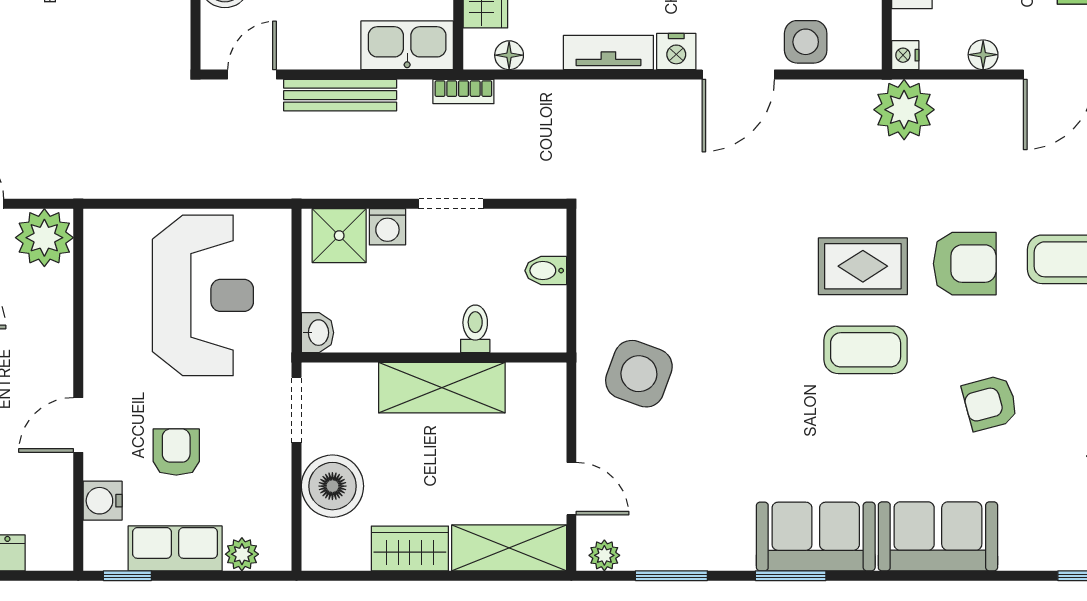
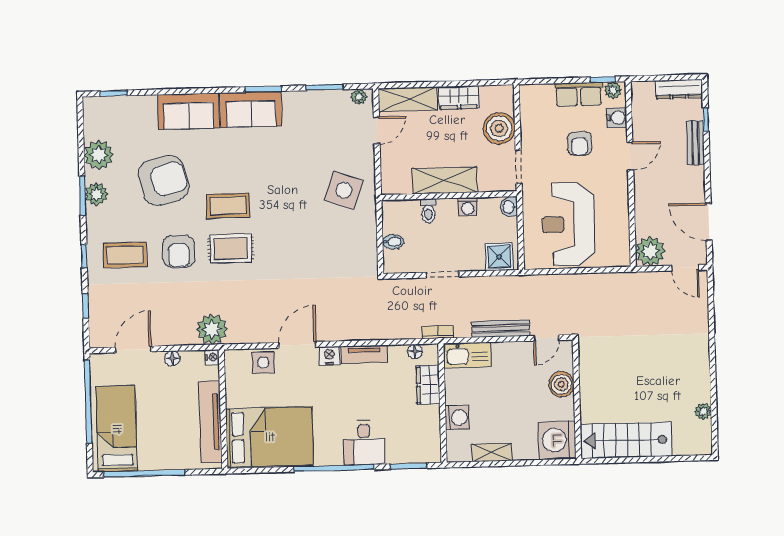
washing machine: (387, 227) -> (468, 207), moved, turned 180
armchair: (965, 264) -> (179, 251), turned -90
armchair: (990, 403) -> (164, 180), width x1.88, depth x1.88
door: (571, 489) -> (377, 130), swing flipped
plant: (242, 554) -> (613, 90), moved

